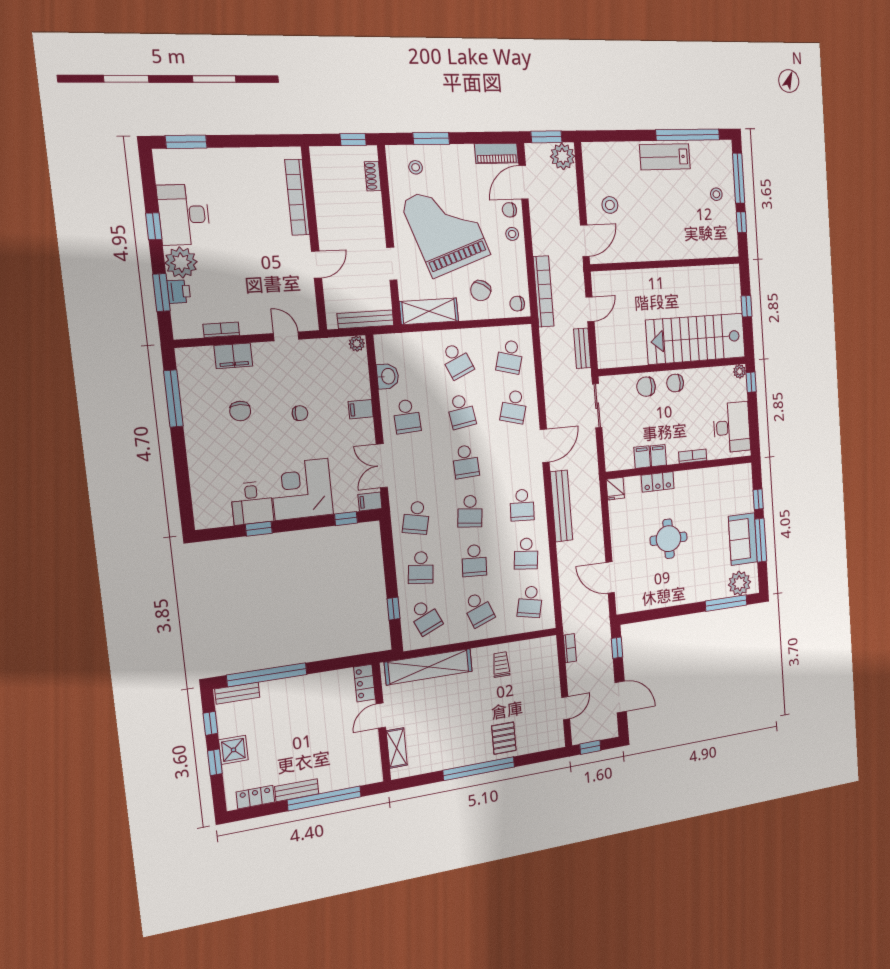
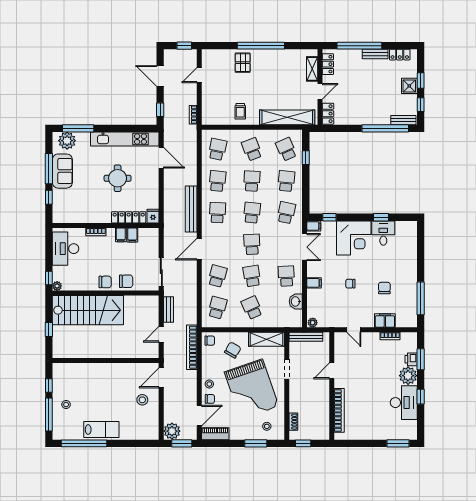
locker: (658, 482) -> (129, 217), width x1.53
kitchen unit: (663, 597) -> (125, 139), added
locker: (372, 760) -> (328, 64), added

